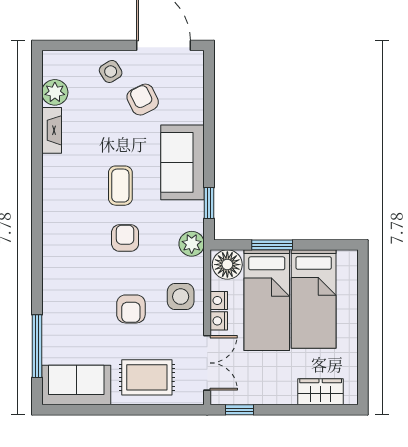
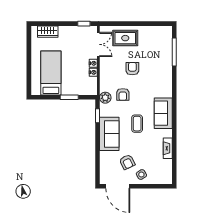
plant: (55, 92) -> (166, 165), removed
armchair: (125, 238) -> (123, 95), moved
floor lamp: (227, 265) -> (89, 88), removed
side table: (181, 297) -> (110, 74), removed
bed: (267, 300) -> (72, 72), removed
double door: (207, 363) -> (98, 44), swing flipped
sofa: (76, 385) -> (163, 113), moved, turned 90

